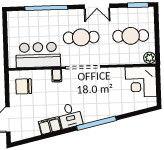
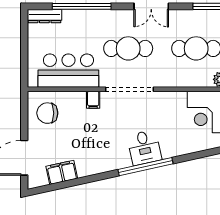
dresser: (19, 16) -> (44, 16), added
desk: (70, 116) -> (144, 148), moved
filing cabinet: (50, 126) -> (62, 172), moved

